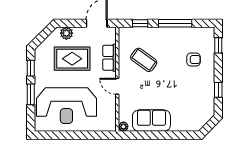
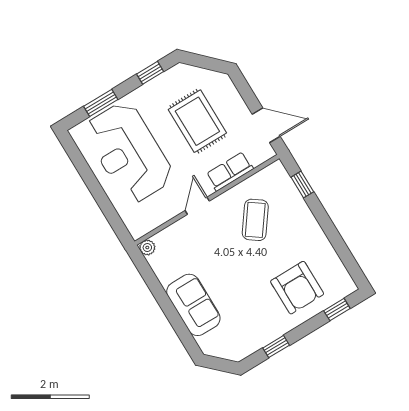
window: (175, 23) -> (331, 232), removed
plant: (66, 33) -> (228, 92), removed
armchair: (194, 59) -> (297, 288), width x1.88, depth x1.88
window: (31, 94) -> (101, 103), moved
sofa: (151, 121) -> (193, 305), moved

